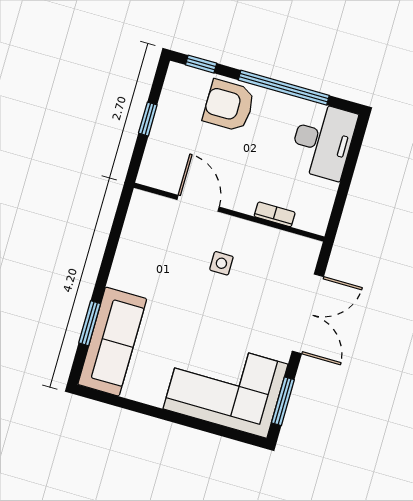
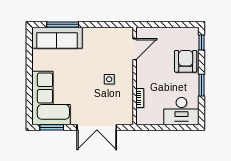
window: (284, 88) -> (202, 85), width x0.47
window: (148, 119) -> (168, 24), removed
door: (198, 203) -> (135, 49), moved
window: (90, 323) -> (63, 24), width x1.44

